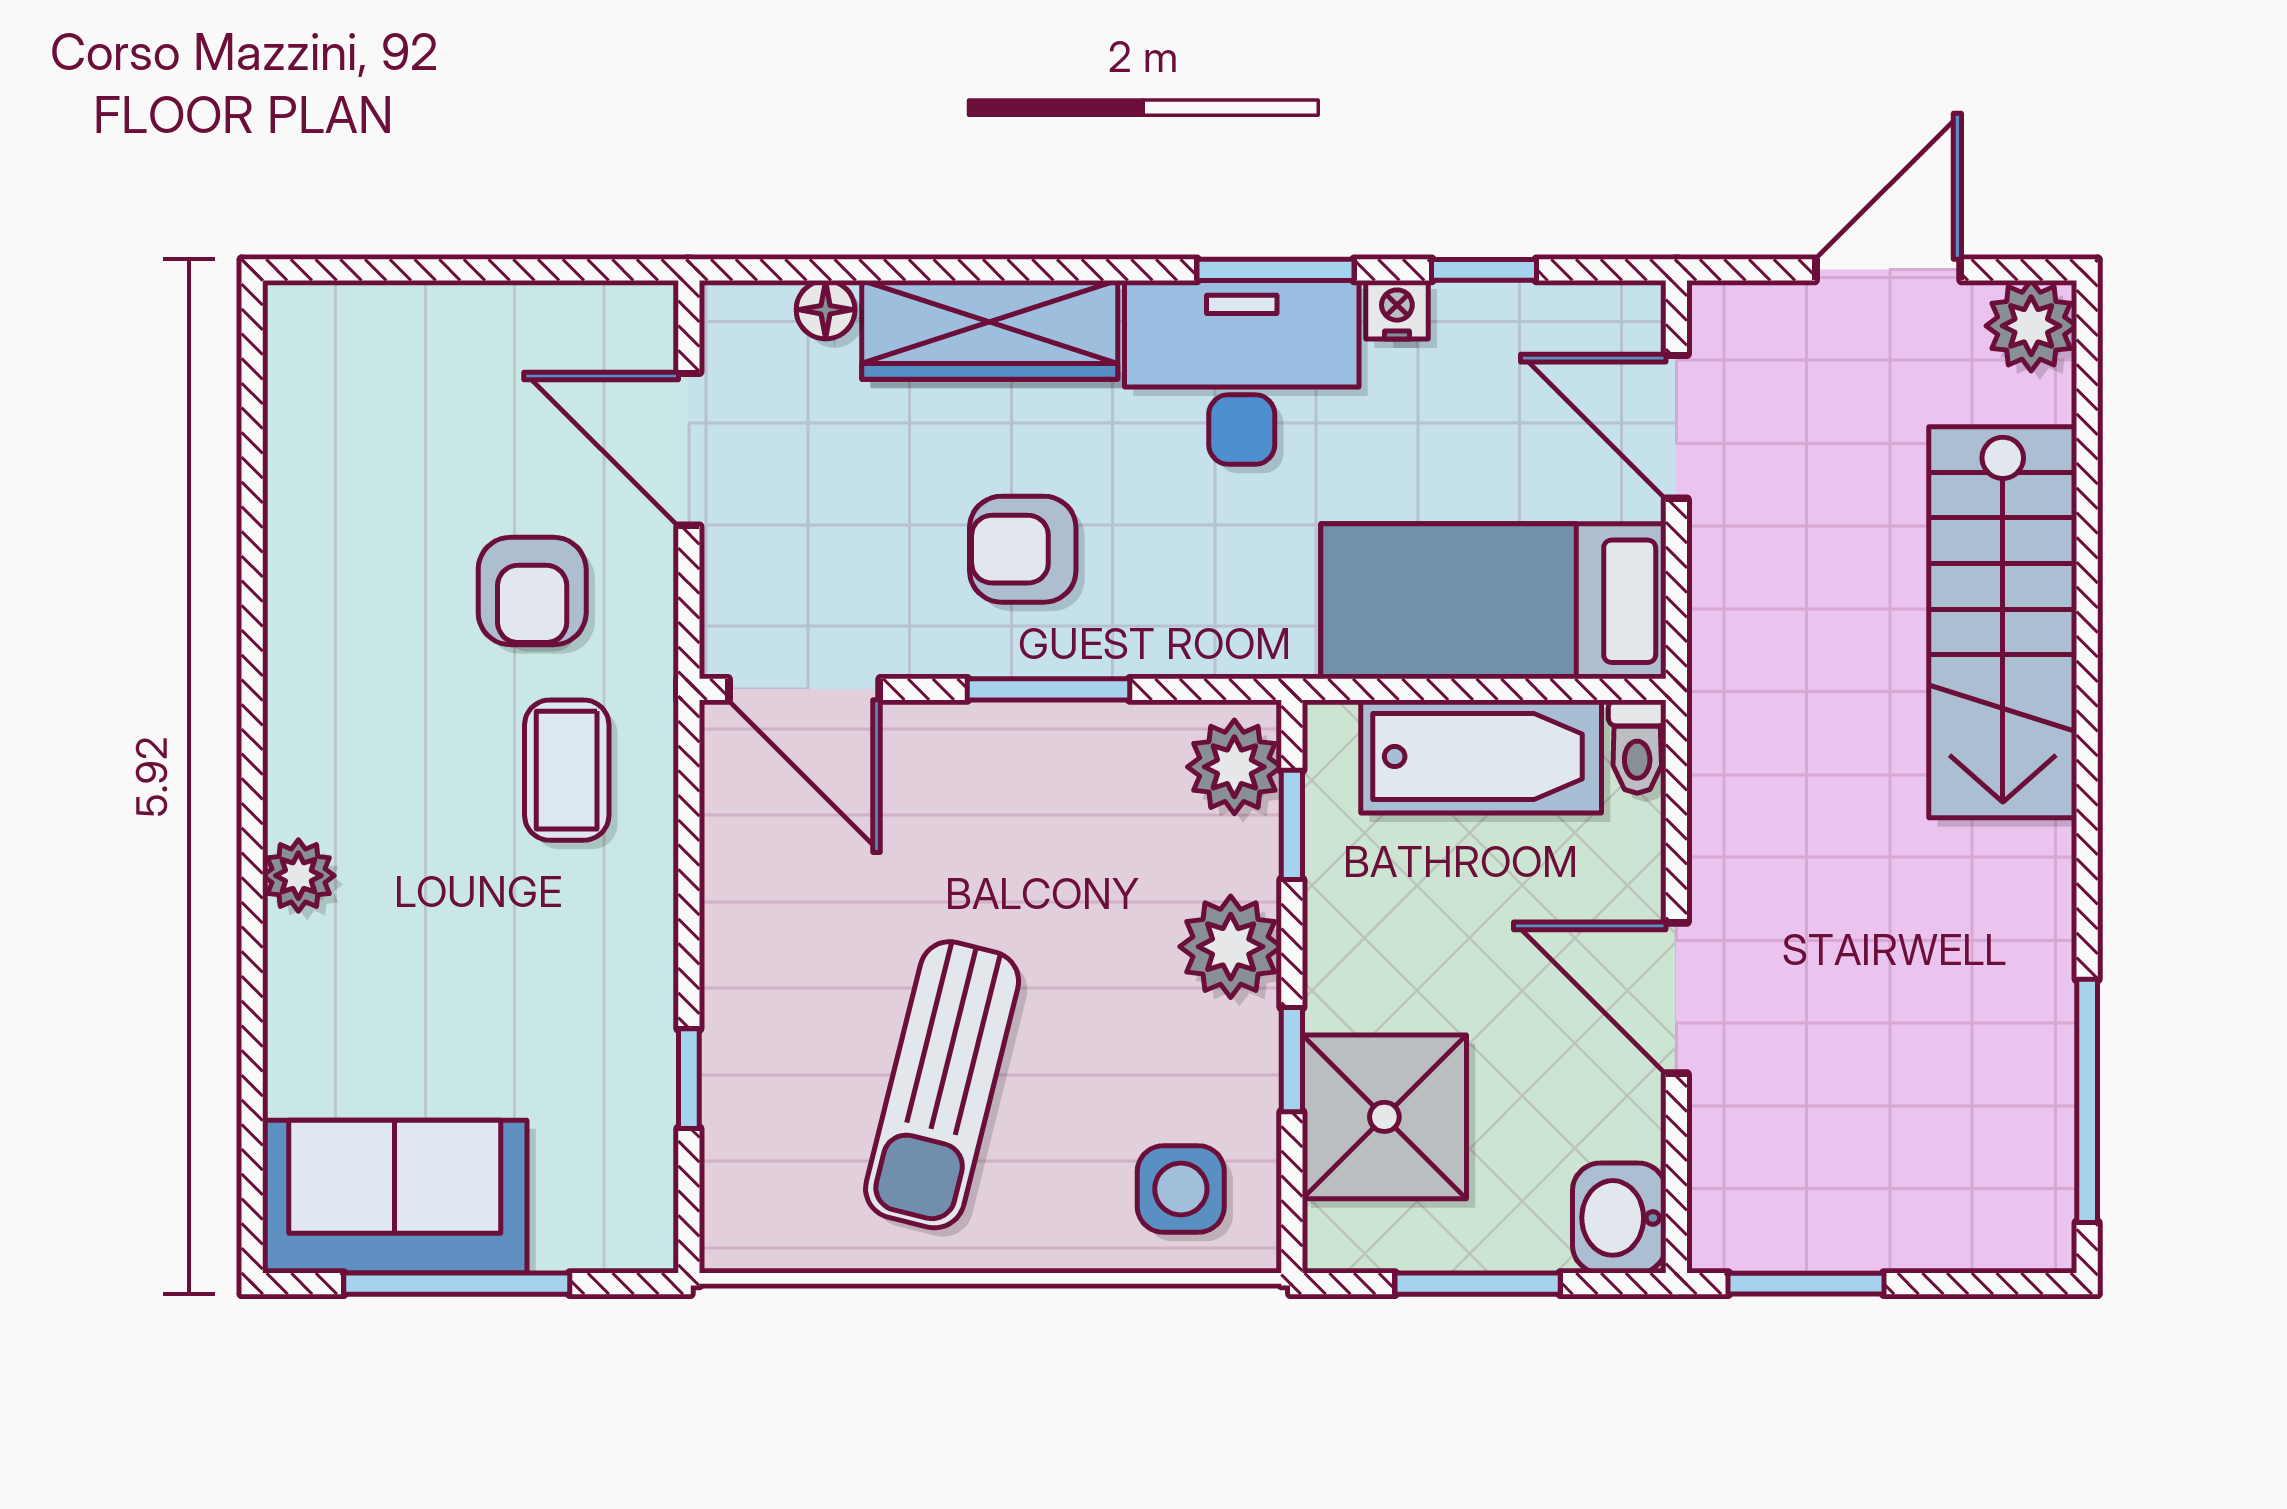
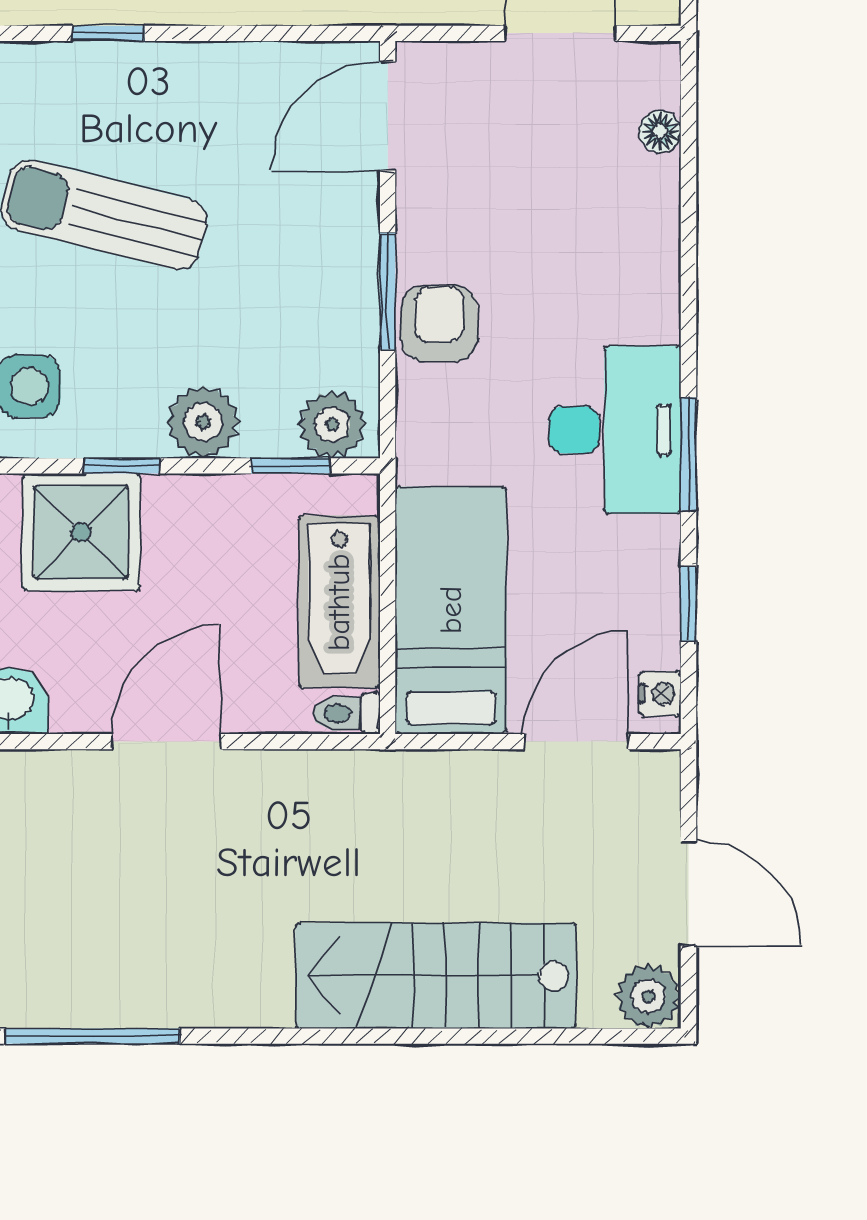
nightstand: (1397, 310) -> (660, 694), moved
wardrobe: (990, 330) -> (646, 249), removed
armchair: (1023, 549) -> (439, 324), moved

